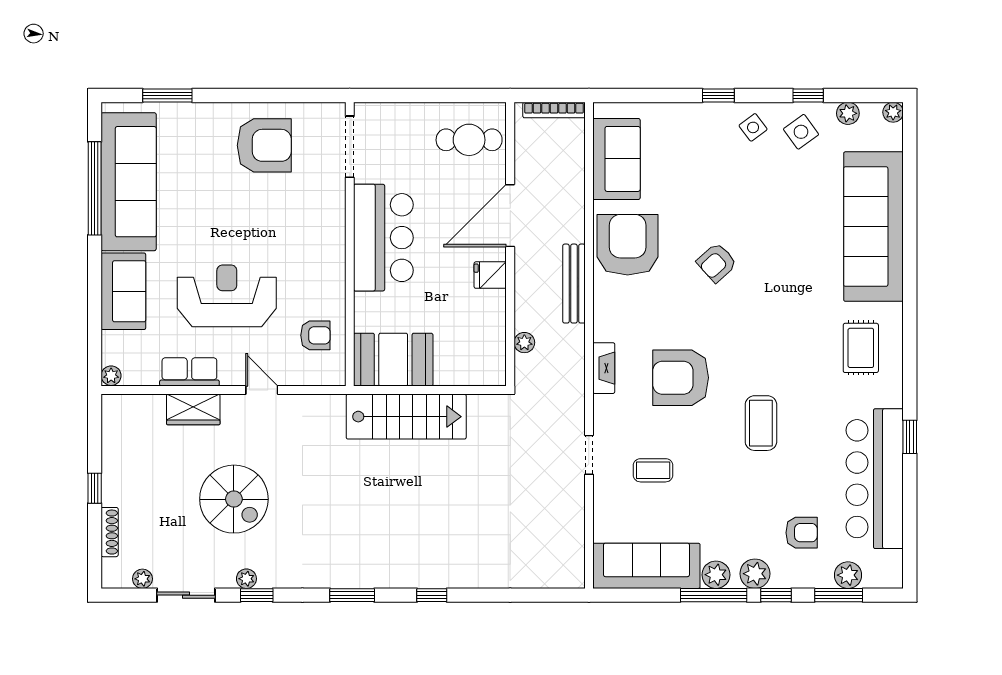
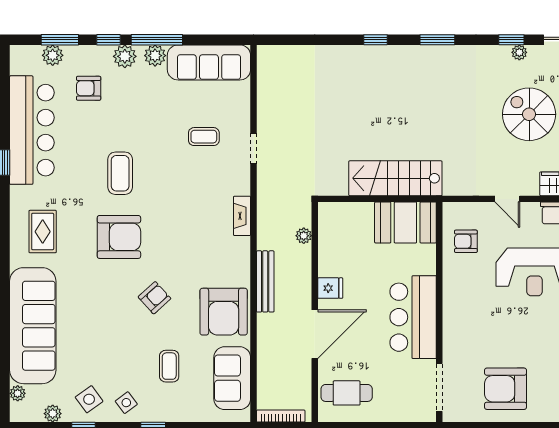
plant: (893, 112) -> (18, 393), moved
coffee table: (698, 174) -> (169, 366), added
armchair: (681, 378) -> (119, 237), moved

